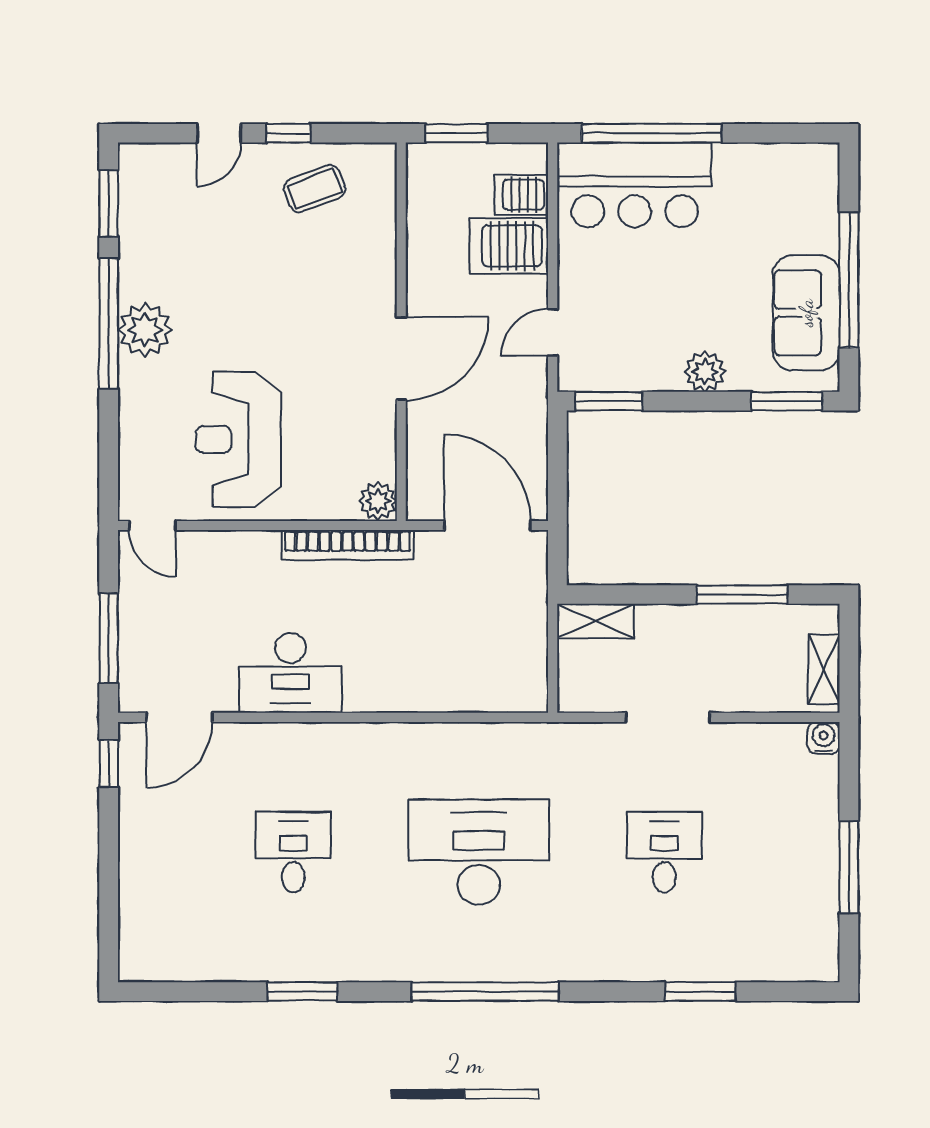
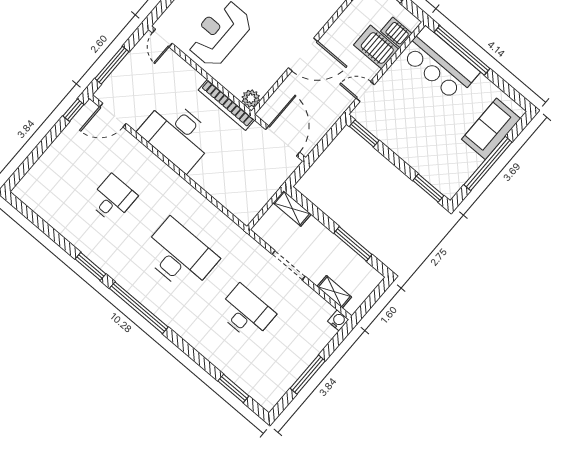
sofa: (806, 313) -> (491, 129), moved
plant: (705, 372) -> (408, 152), removed
shelving: (824, 669) -> (334, 292), moved, turned 90
desk: (291, 673) -> (177, 135), width x1.36, depth x1.30
desk: (664, 852) -> (246, 313), width x1.37
window: (302, 992) -> (90, 266), moved
window: (700, 992) -> (233, 389), moved

